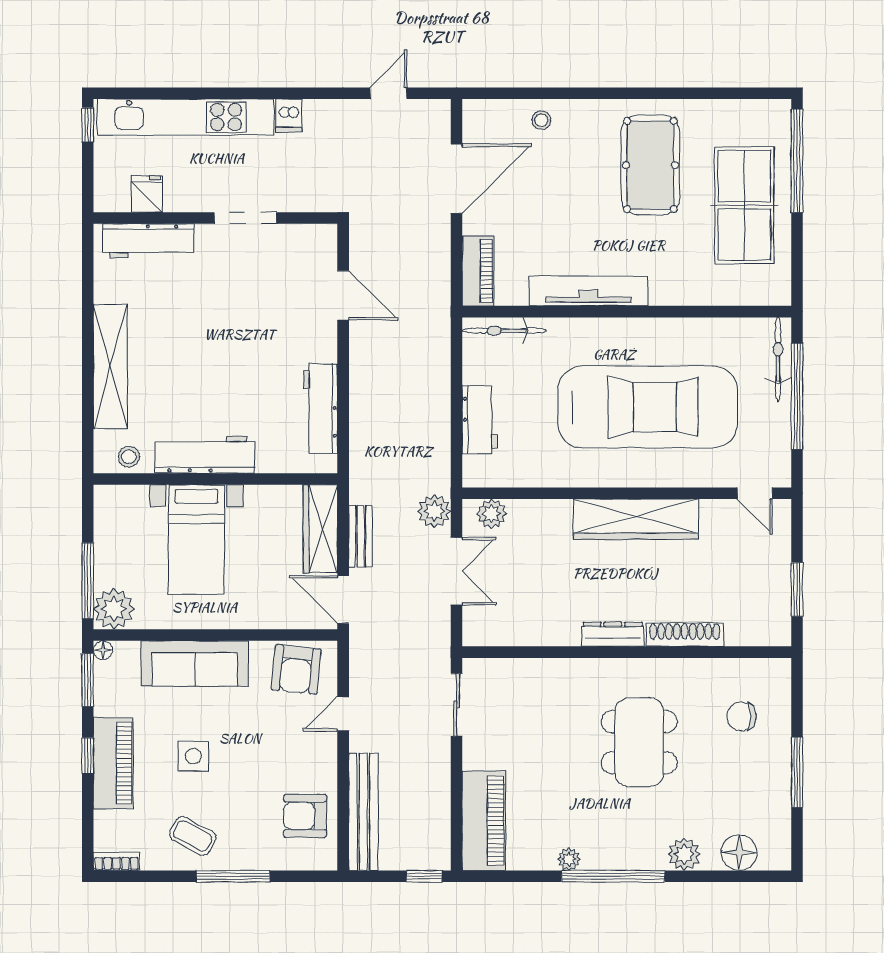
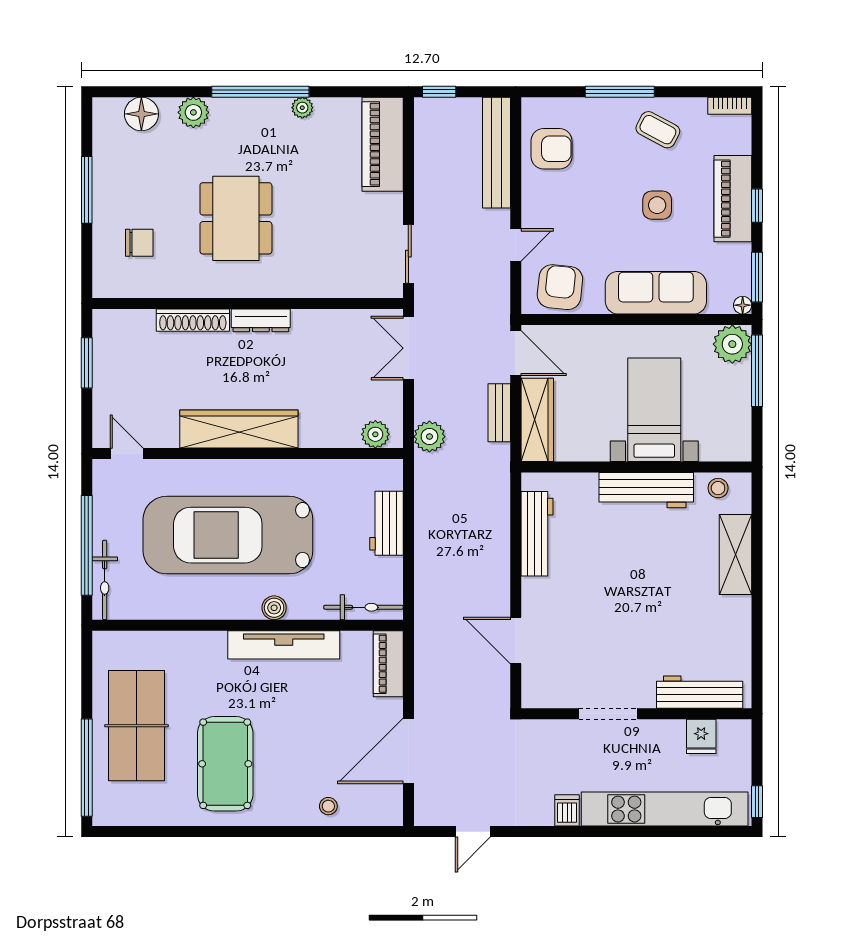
boiler: (599, 330) -> (274, 608), added
shelving: (110, 367) -> (736, 555), width x0.68
double door: (457, 571) -> (408, 348), moved

